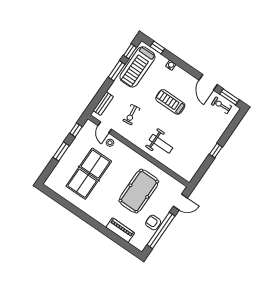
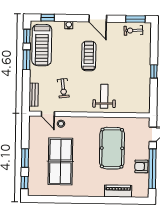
door: (208, 82) -> (98, 18), moved
treadmill: (170, 102) -> (89, 56), turned 90
window: (76, 130) -> (25, 182), moved
weight bench: (161, 144) -> (104, 96), turned -90

